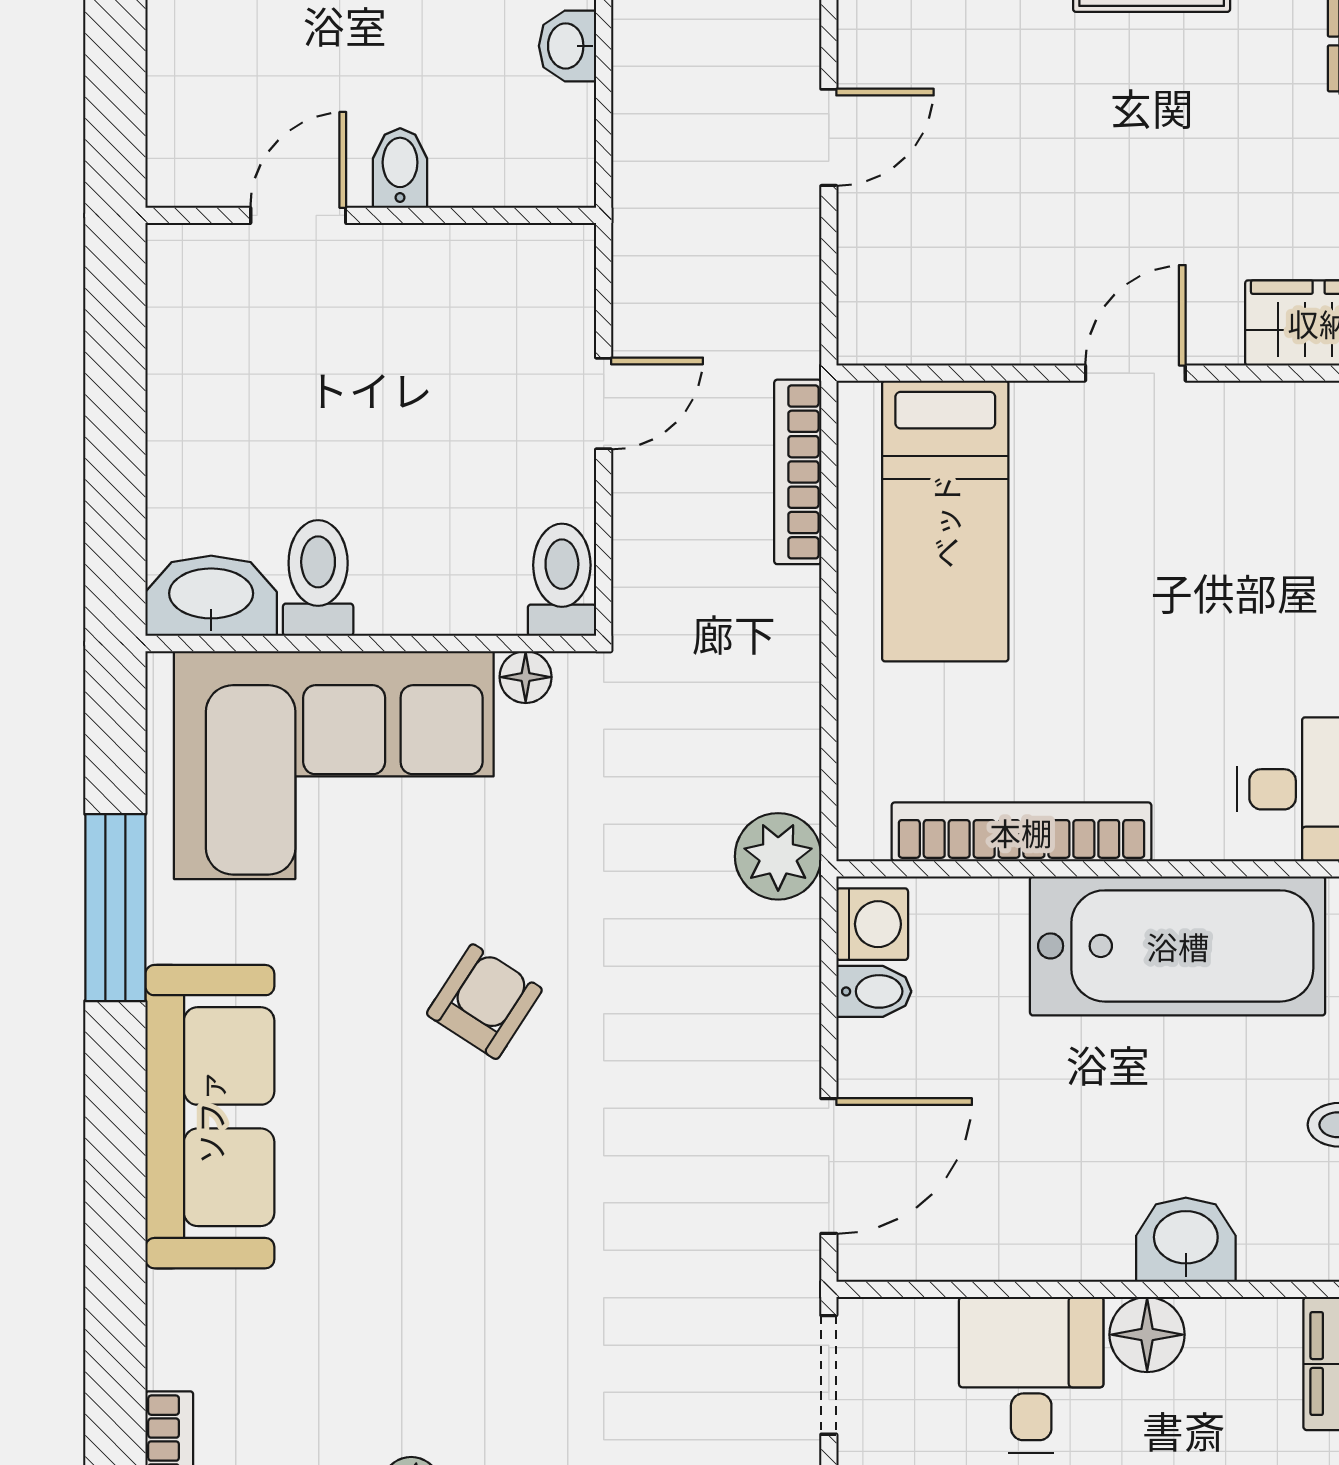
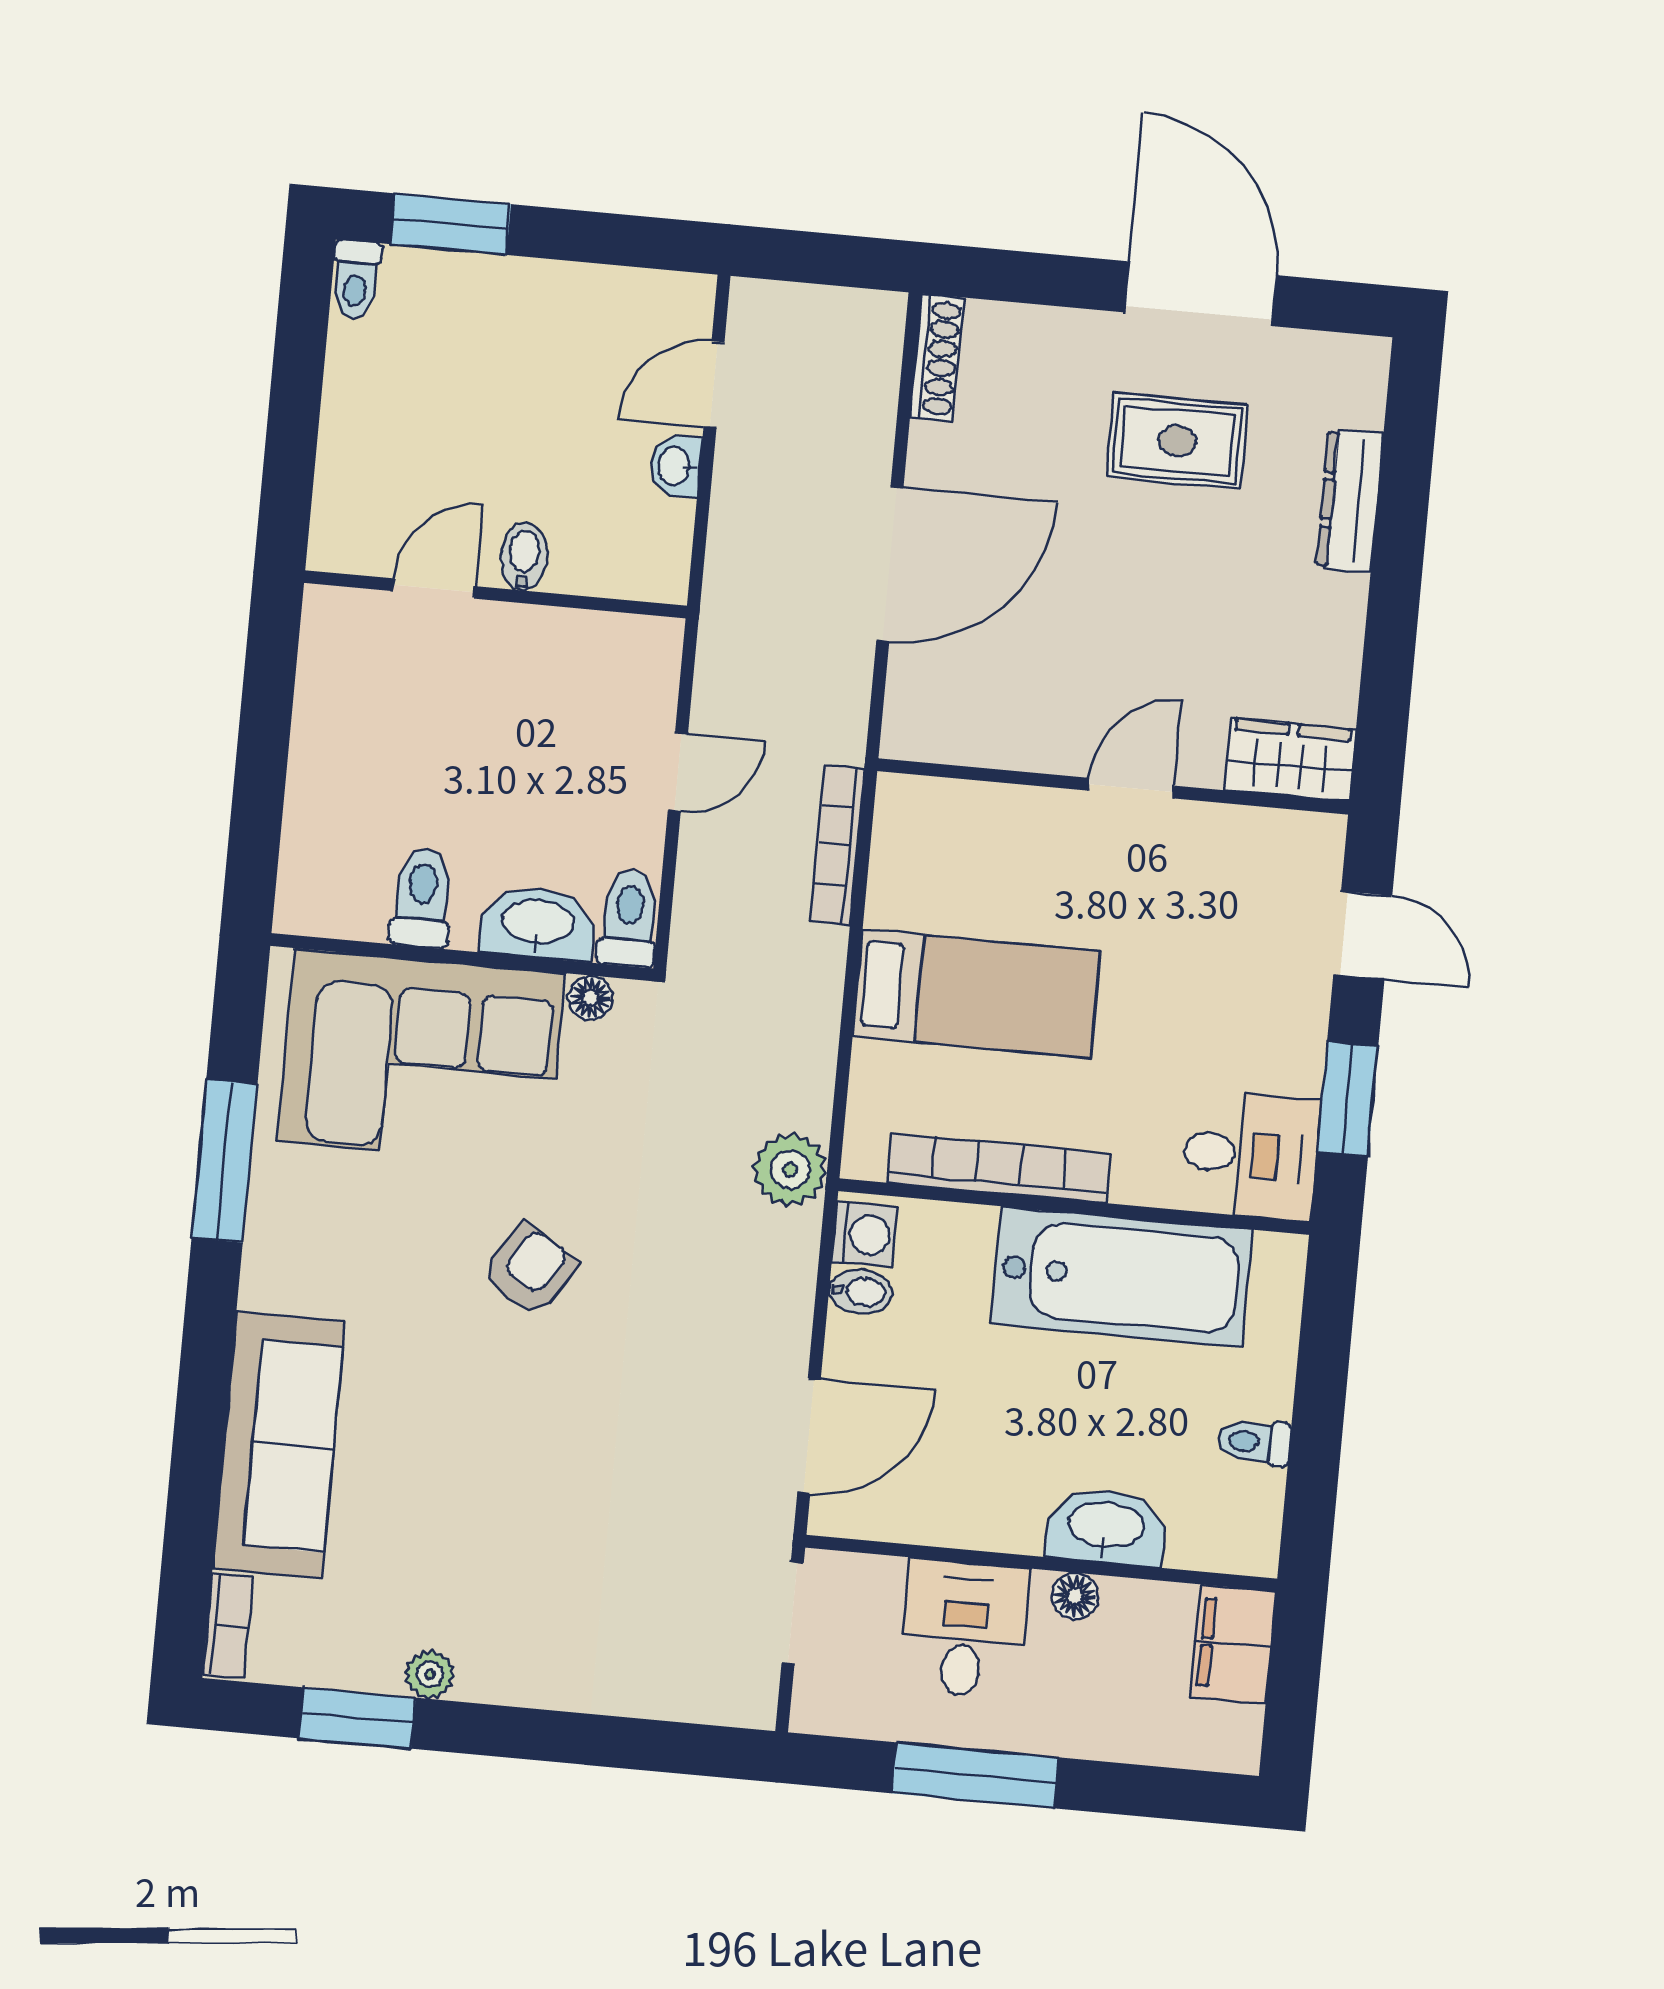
door: (829, 137) -> (890, 564), width x1.87
bed: (945, 521) -> (977, 994), moved, turned -90
washbasin: (211, 596) -> (538, 923), moved
sofa: (210, 1117) -> (279, 1445), moved
washbasin: (1186, 1240) -> (1106, 1527), width x1.38
floor lamp: (1147, 1335) -> (1075, 1596), width x0.73, depth x0.73

